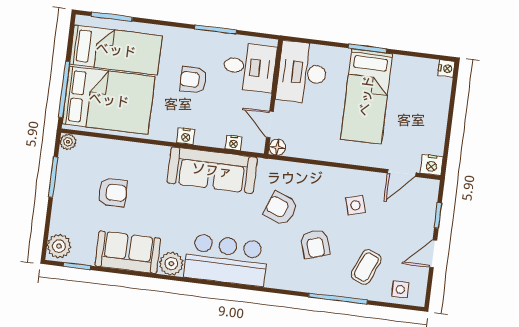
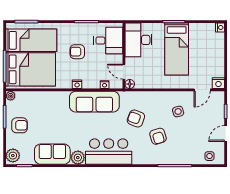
armchair: (112, 192) -> (20, 125), moved
coffee table: (366, 267) -> (189, 146), removed

